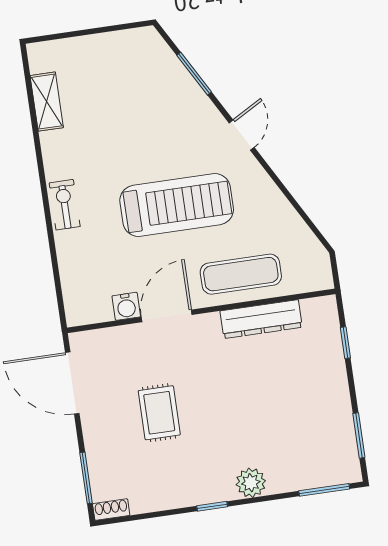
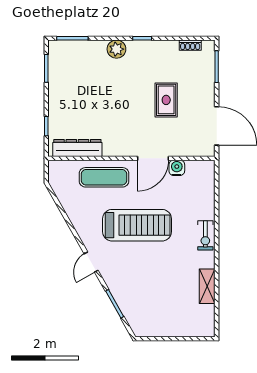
shelving: (47, 102) -> (207, 286), moved
treadmill: (177, 205) -> (137, 225), turned 180
dresser: (261, 319) -> (77, 148), moved
shoe rack: (111, 510) -> (190, 45), moved

